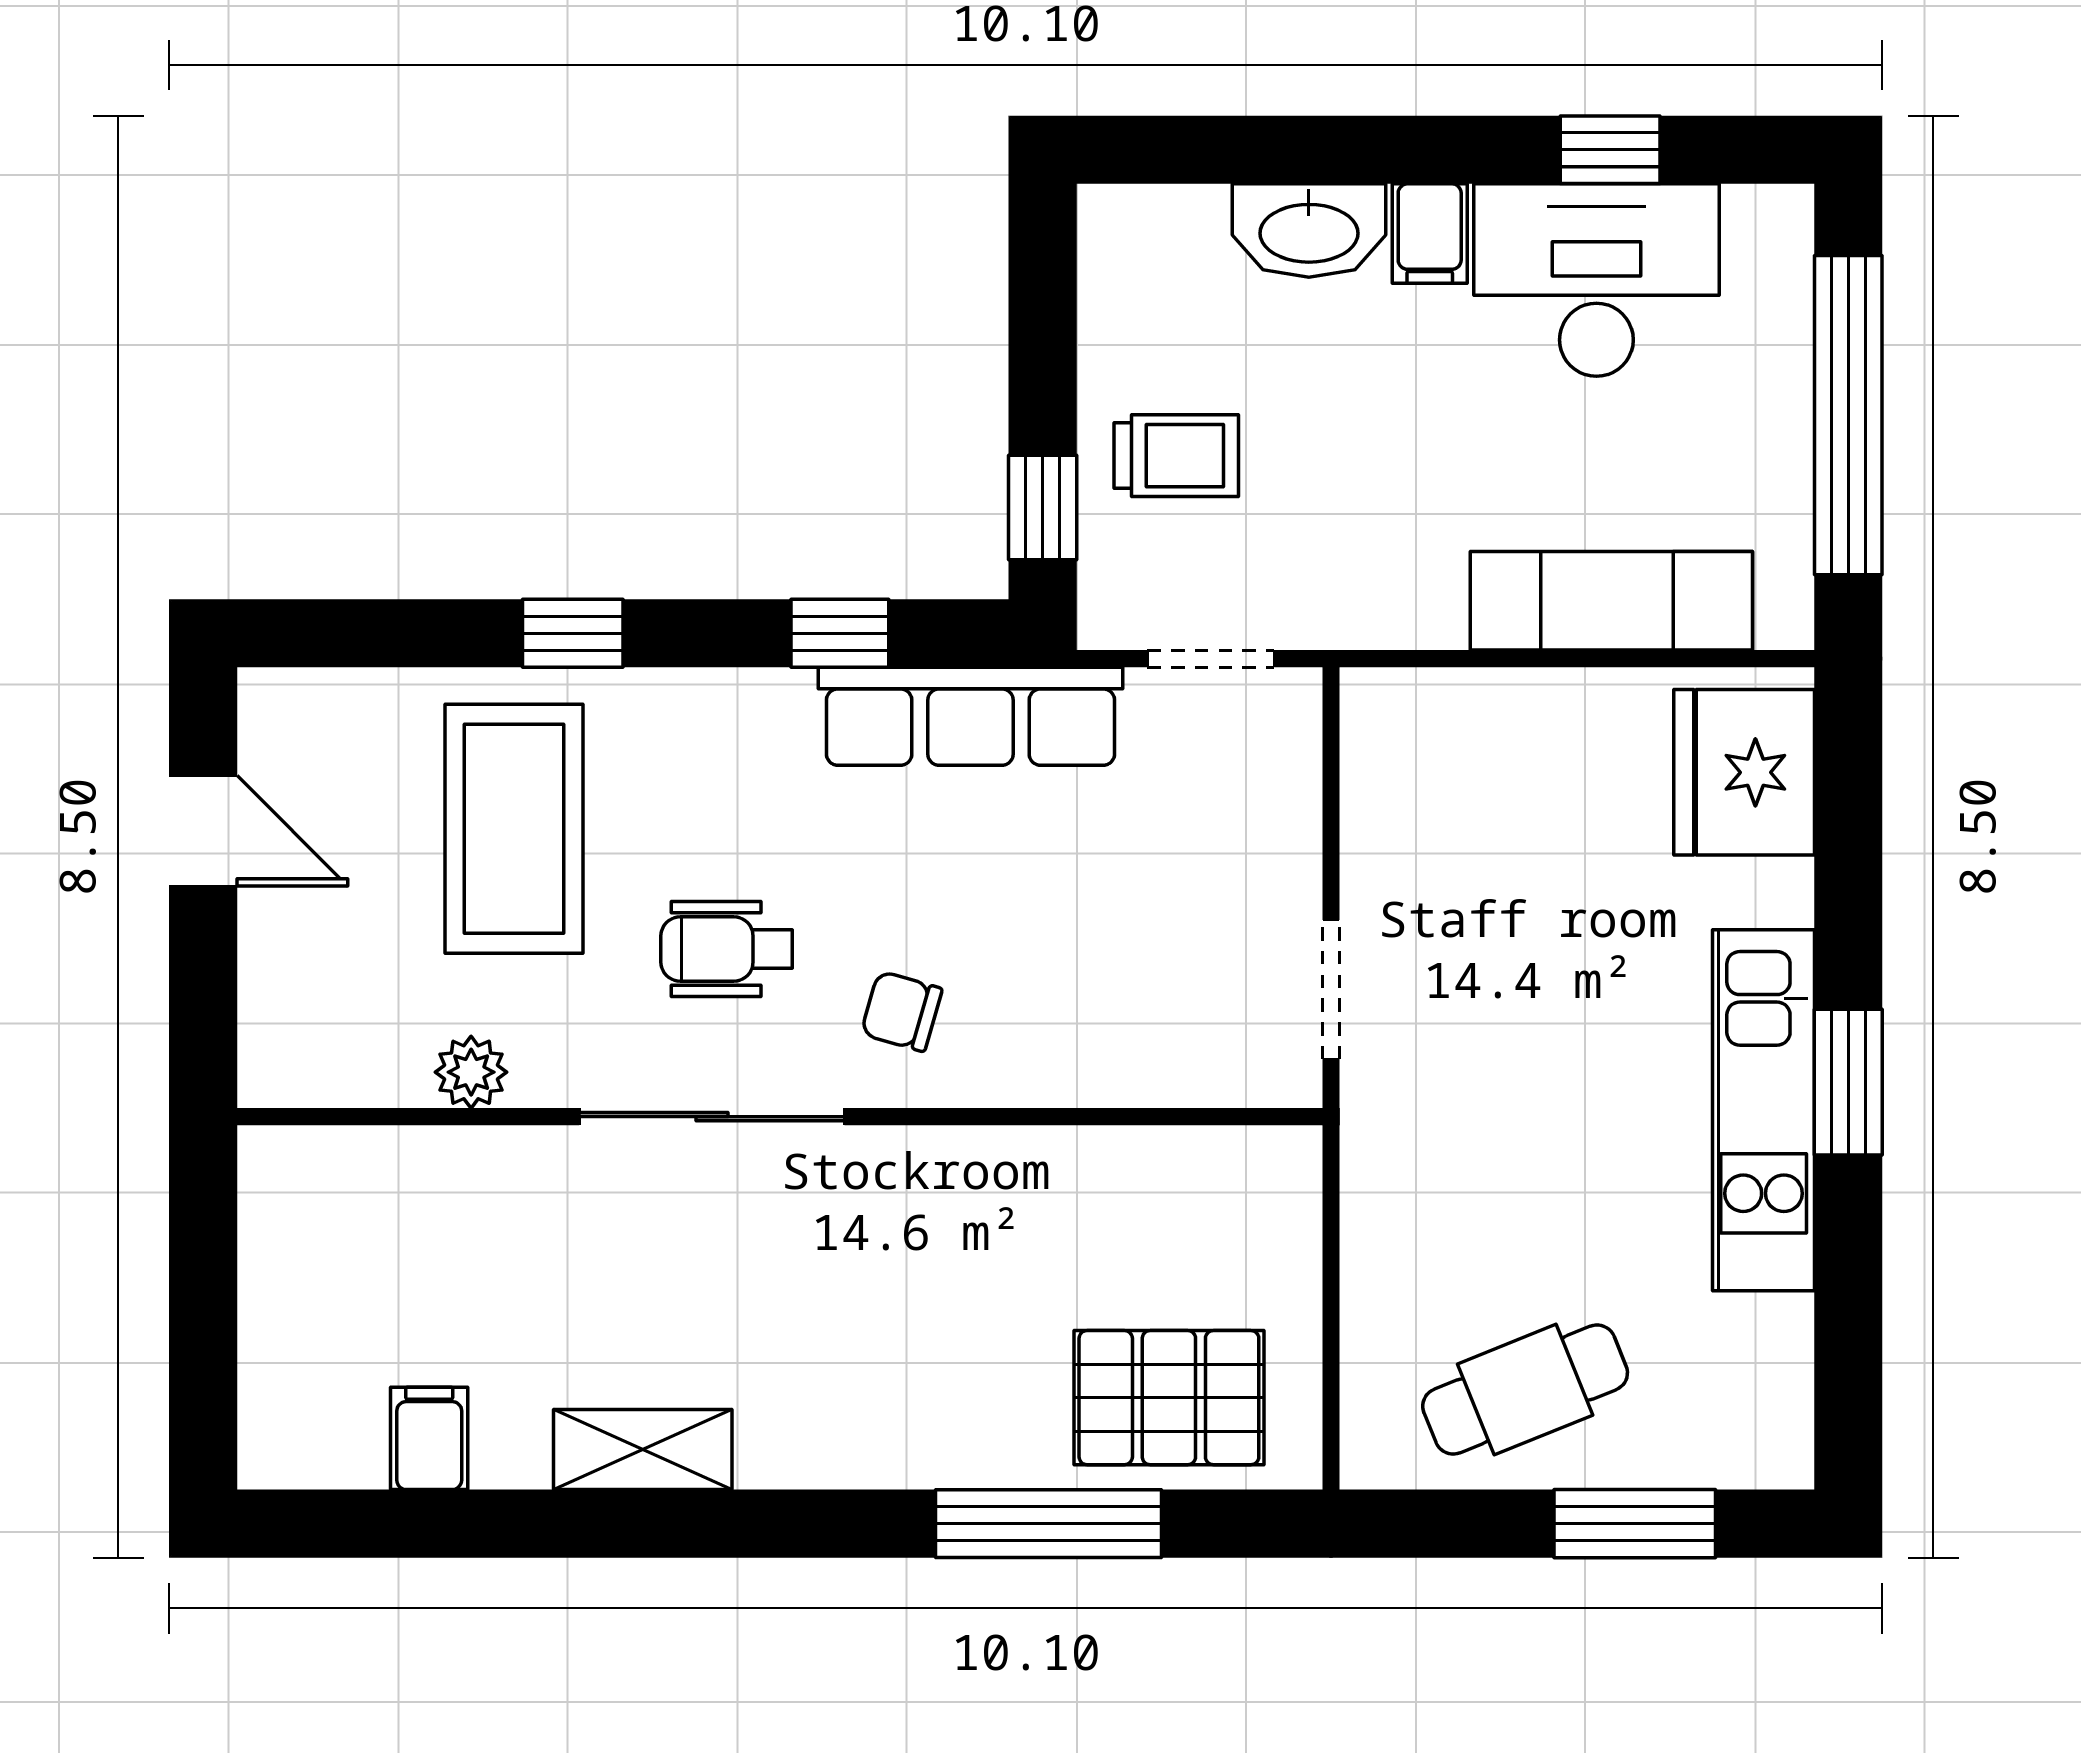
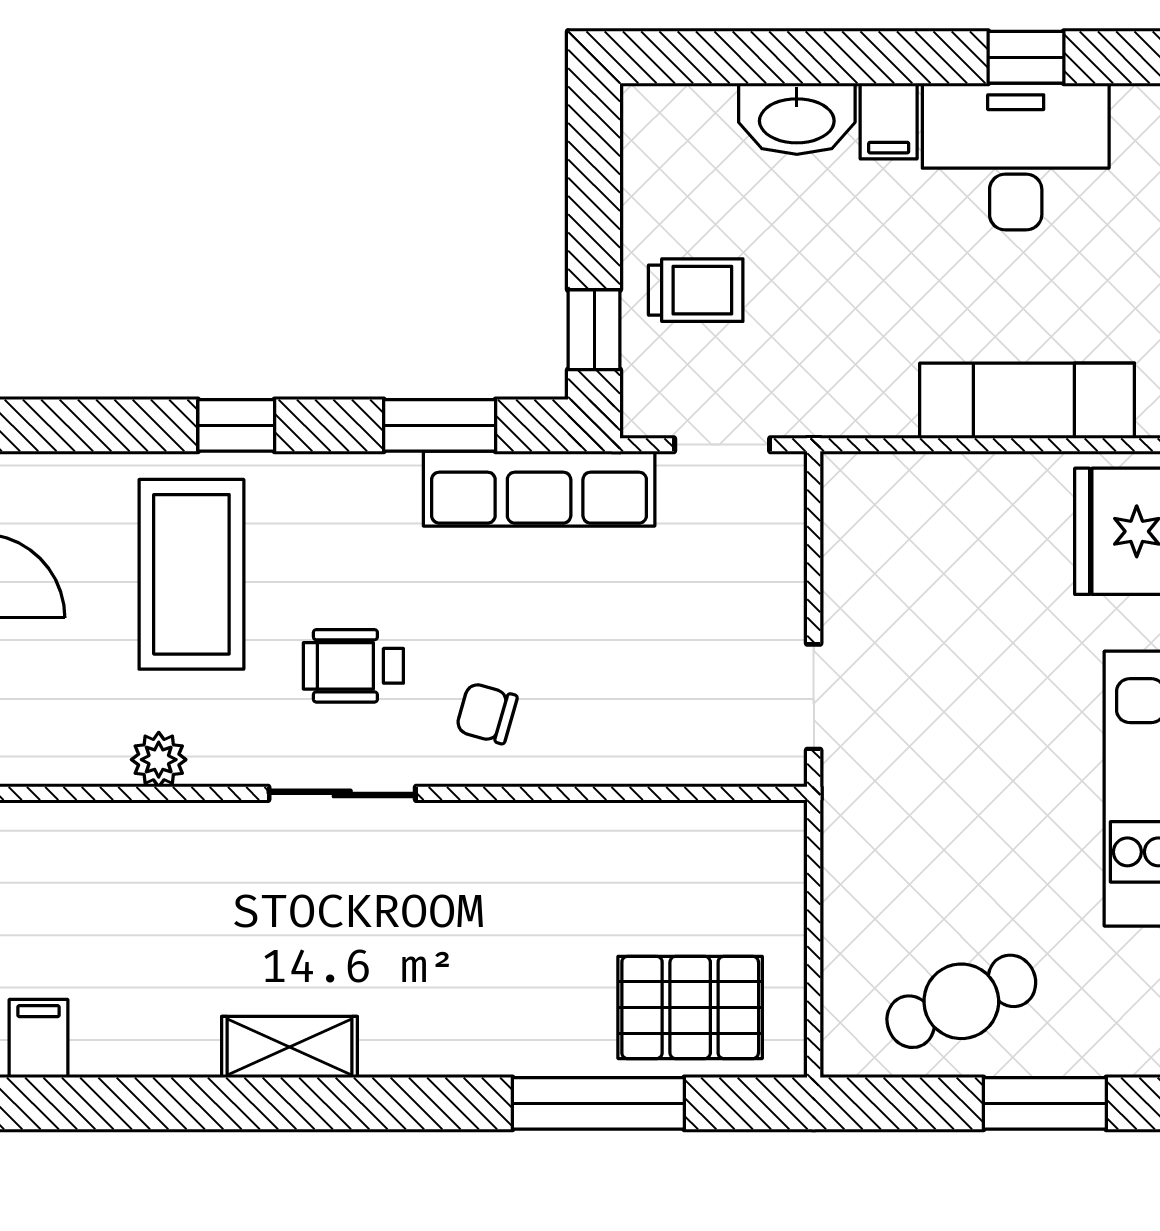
window: (840, 633) -> (440, 425), width x1.50
sliding door: (712, 1117) -> (342, 793), width x0.73
filing cabinet: (429, 1438) -> (38, 1038), moved

